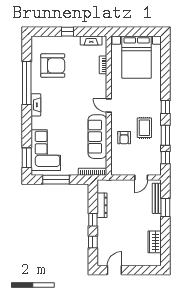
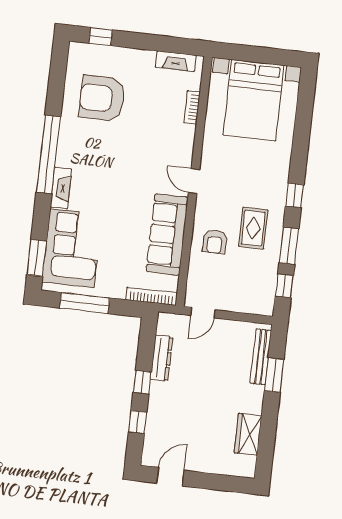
window: (68, 32) -> (101, 37), moved
armchair: (53, 66) -> (102, 98), turned 180
window: (27, 83) -> (48, 154), moved
fireplace: (36, 105) -> (61, 188), moved
door: (141, 178) -> (203, 313), moved

